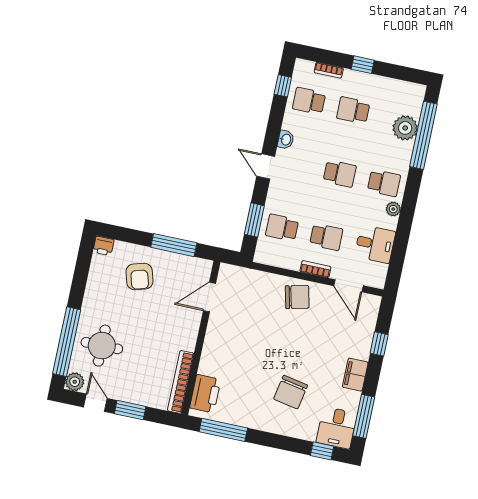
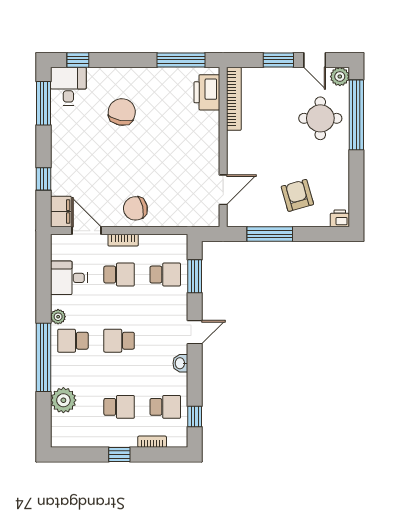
window: (423, 135) -> (44, 357), moved
door: (266, 166) -> (195, 332), hinge flipped
school desk: (326, 237) -> (119, 275), turned 180
filing cabinet: (355, 375) -> (61, 212), moved

